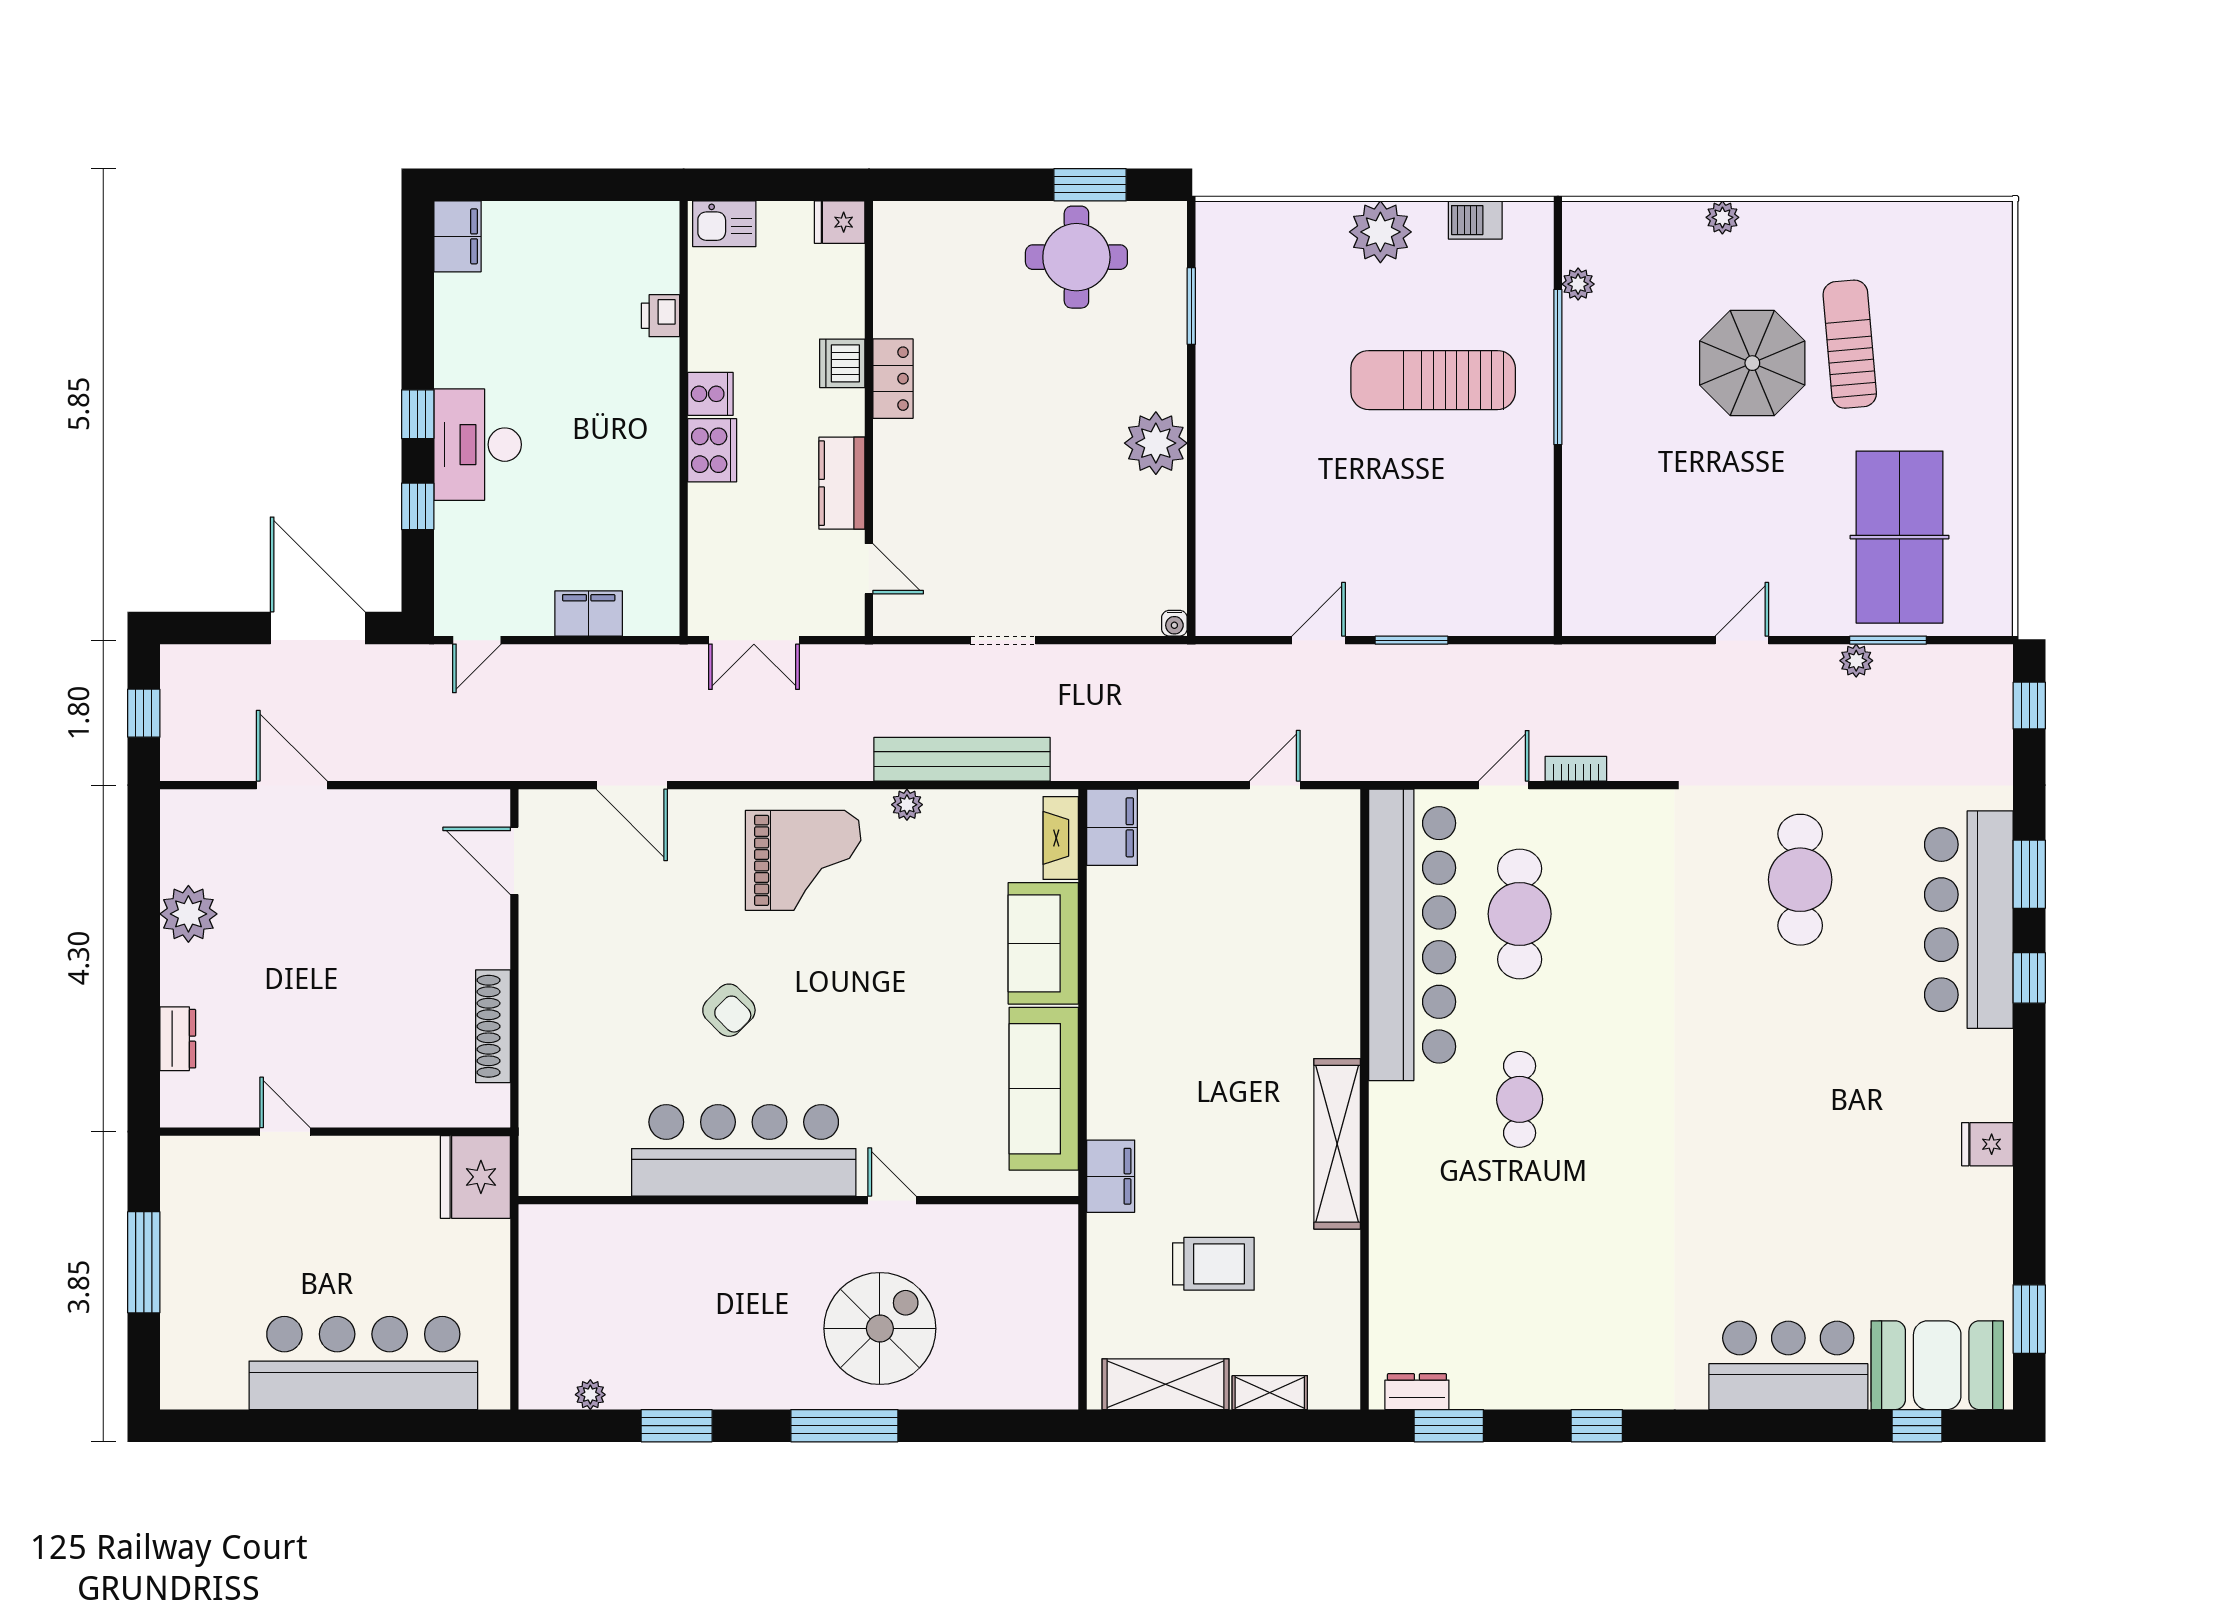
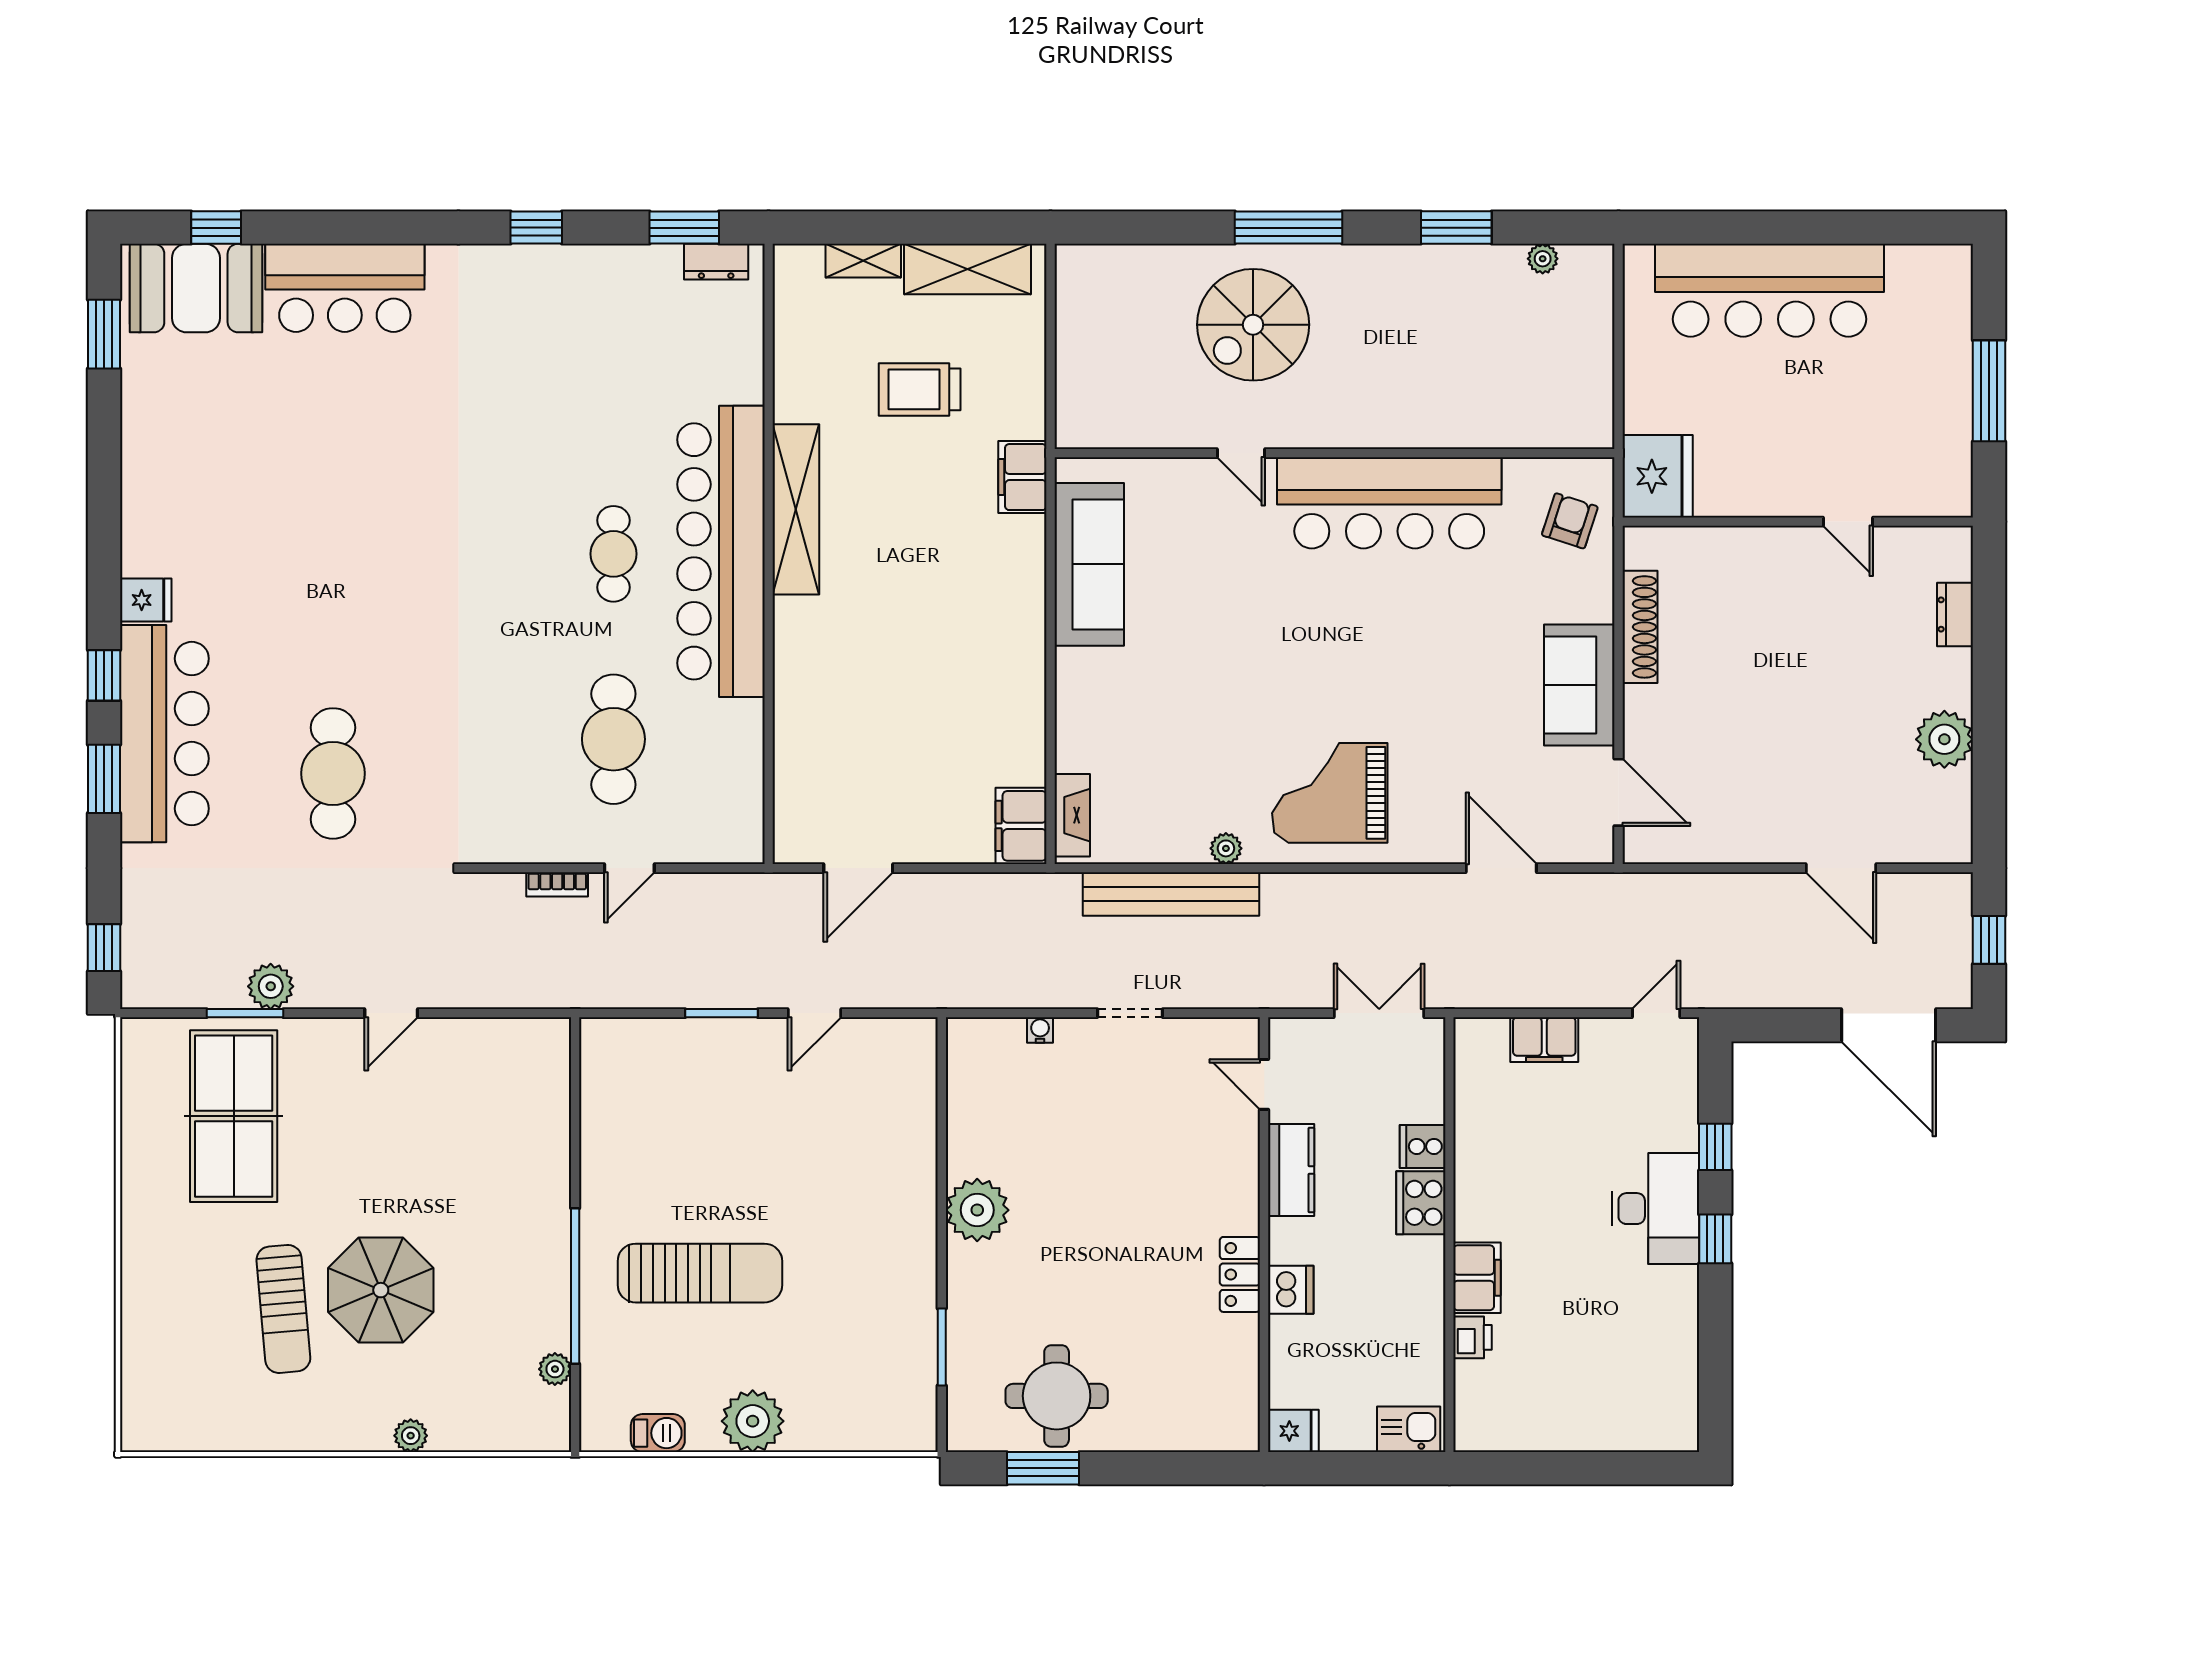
filing cabinet: (457, 236) -> (1477, 1278), moved, turned 180
cooker: (710, 394) -> (1423, 1146), moved
water cooler: (1174, 623) -> (1040, 1030), moved
door: (318, 628) -> (1889, 1025), moved
plant: (1856, 661) -> (271, 986), width x1.38, depth x1.38
door: (1275, 785) -> (858, 868), width x1.37
bar counter: (1412, 935) -> (721, 551), moved
sofa: (1043, 943) -> (1579, 685), moved, turned 180
armchair: (729, 1010) -> (1570, 521), moved, turned 63
fridge: (1987, 1144) -> (146, 600), moved

